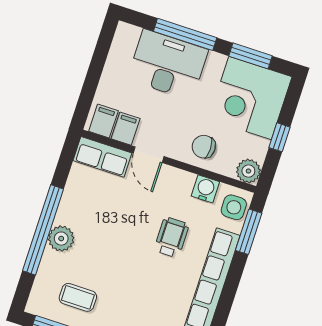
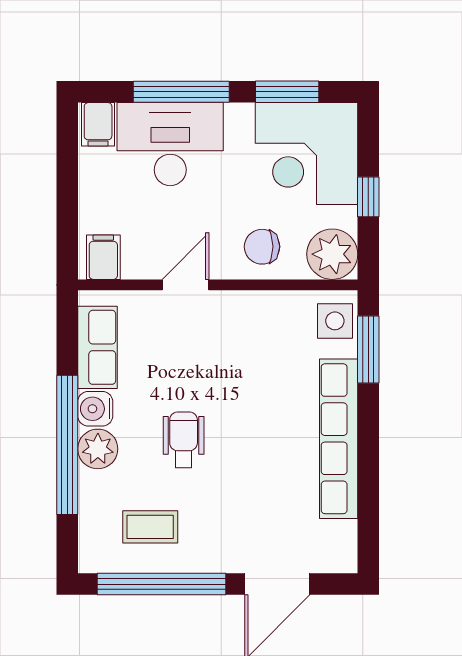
filing cabinet: (126, 129) -> (98, 124), moved, turned 180
door: (149, 155) -> (185, 285), swing flipped
row of seats: (102, 157) -> (98, 347), moved, turned -90
plant: (248, 171) -> (332, 254), width x1.36, depth x1.36
water cooler: (205, 189) -> (95, 409), moved, turned -90
wheelchair: (171, 237) -> (184, 440), moved

